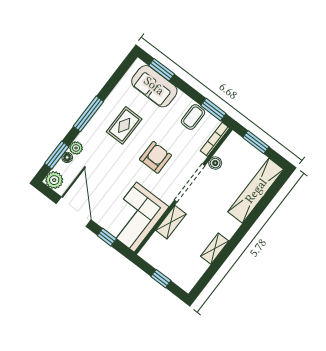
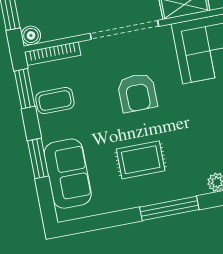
window: (162, 70) -> (38, 158), moved
armchair: (155, 157) -> (137, 93), turned -90
boiler: (215, 163) -> (31, 35), moved

